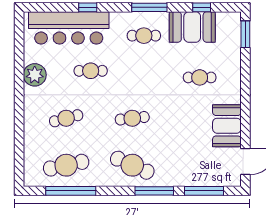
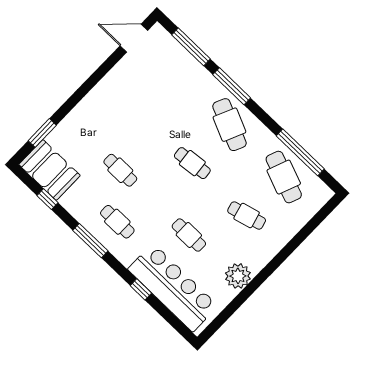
booth: (192, 27) -> (50, 170), moved
window: (245, 34) -> (42, 133), moved
cafe table: (200, 77) -> (120, 170), moved
booth: (227, 126) -> (121, 82), removed
cafe table: (66, 165) -> (284, 177), turned 33

